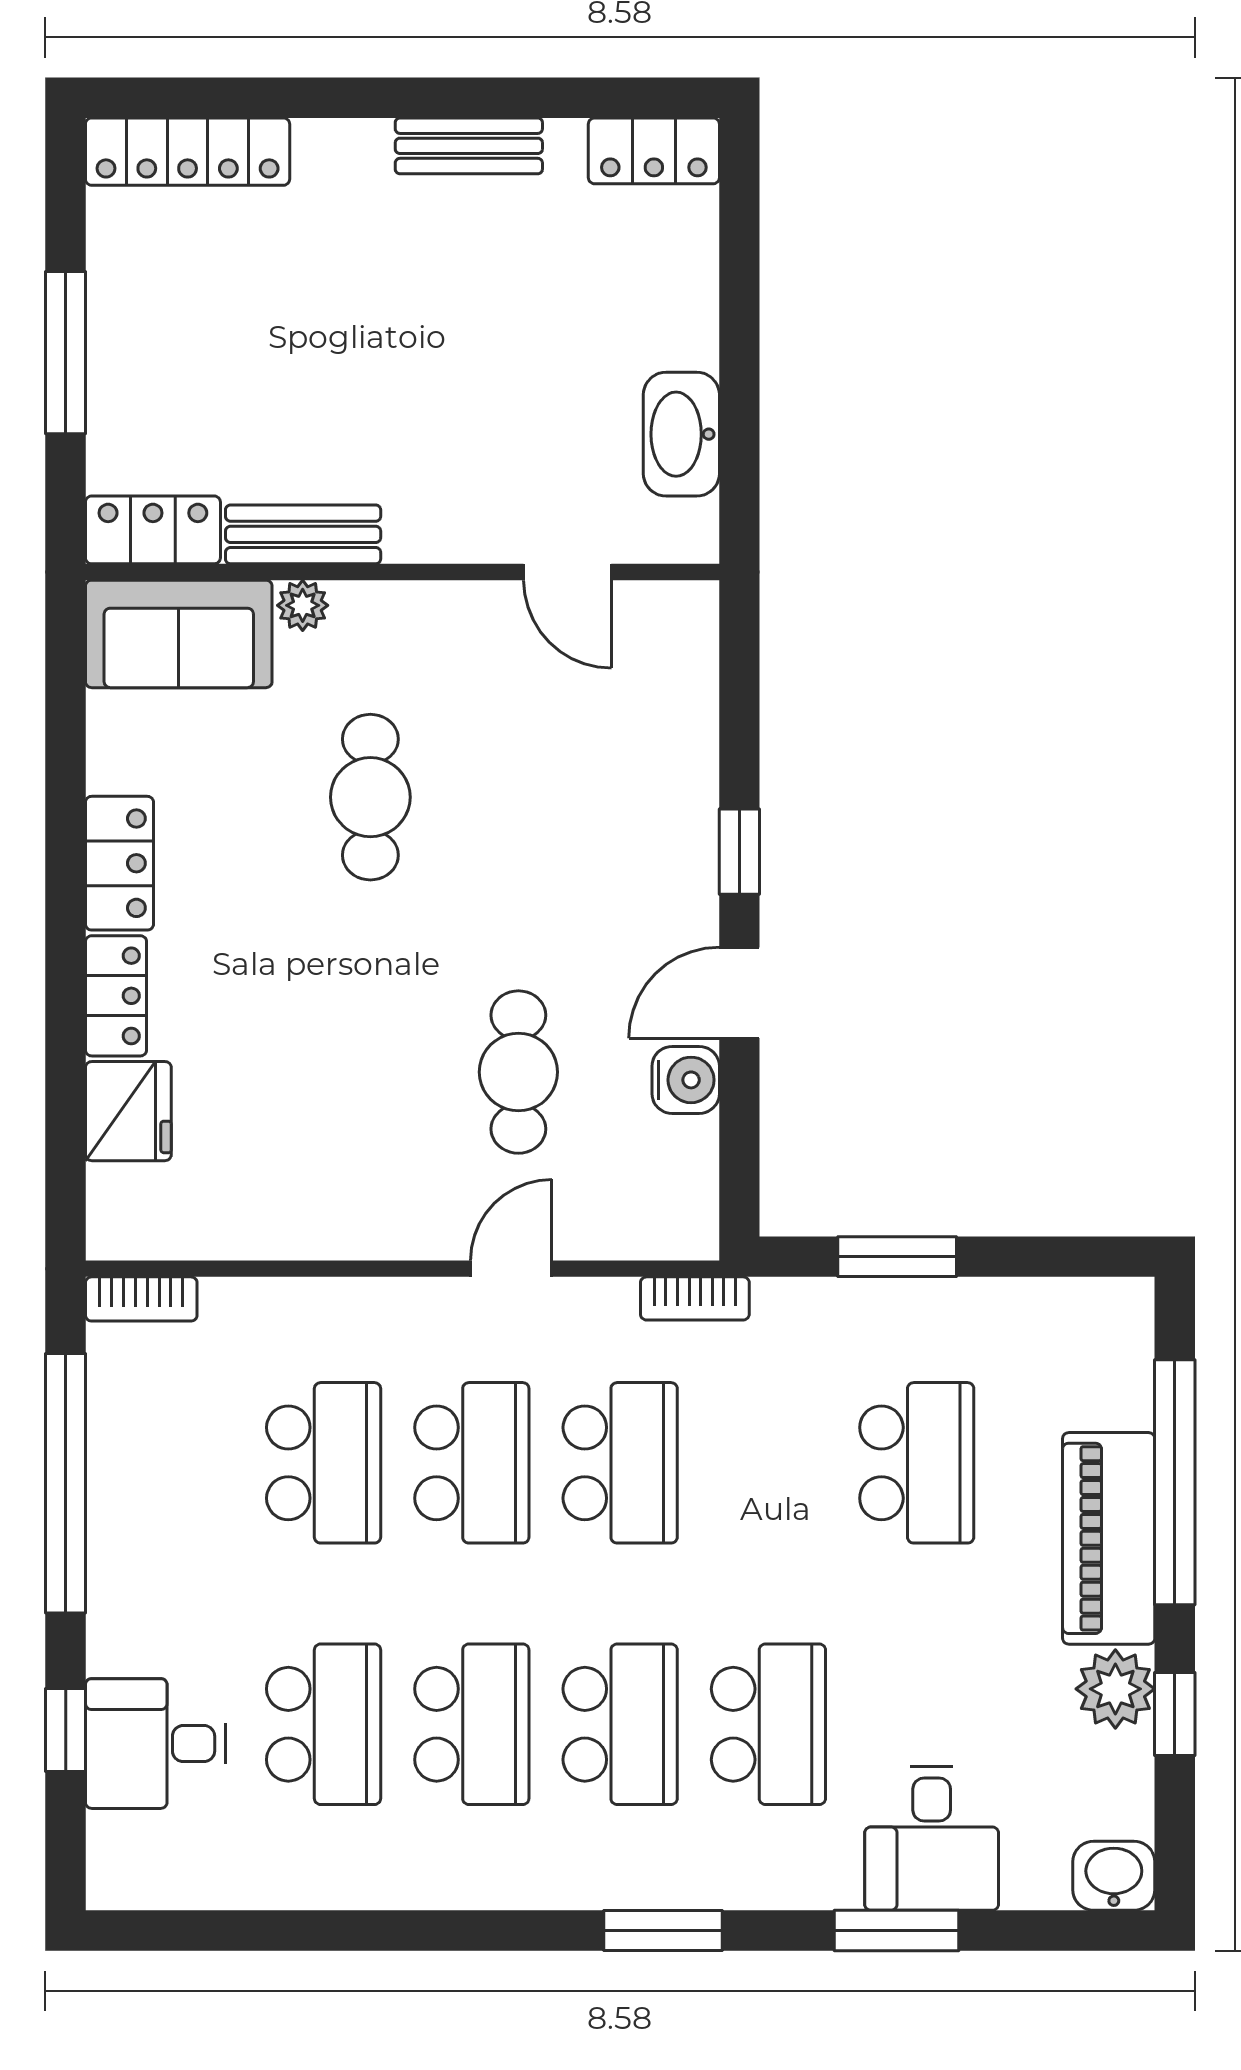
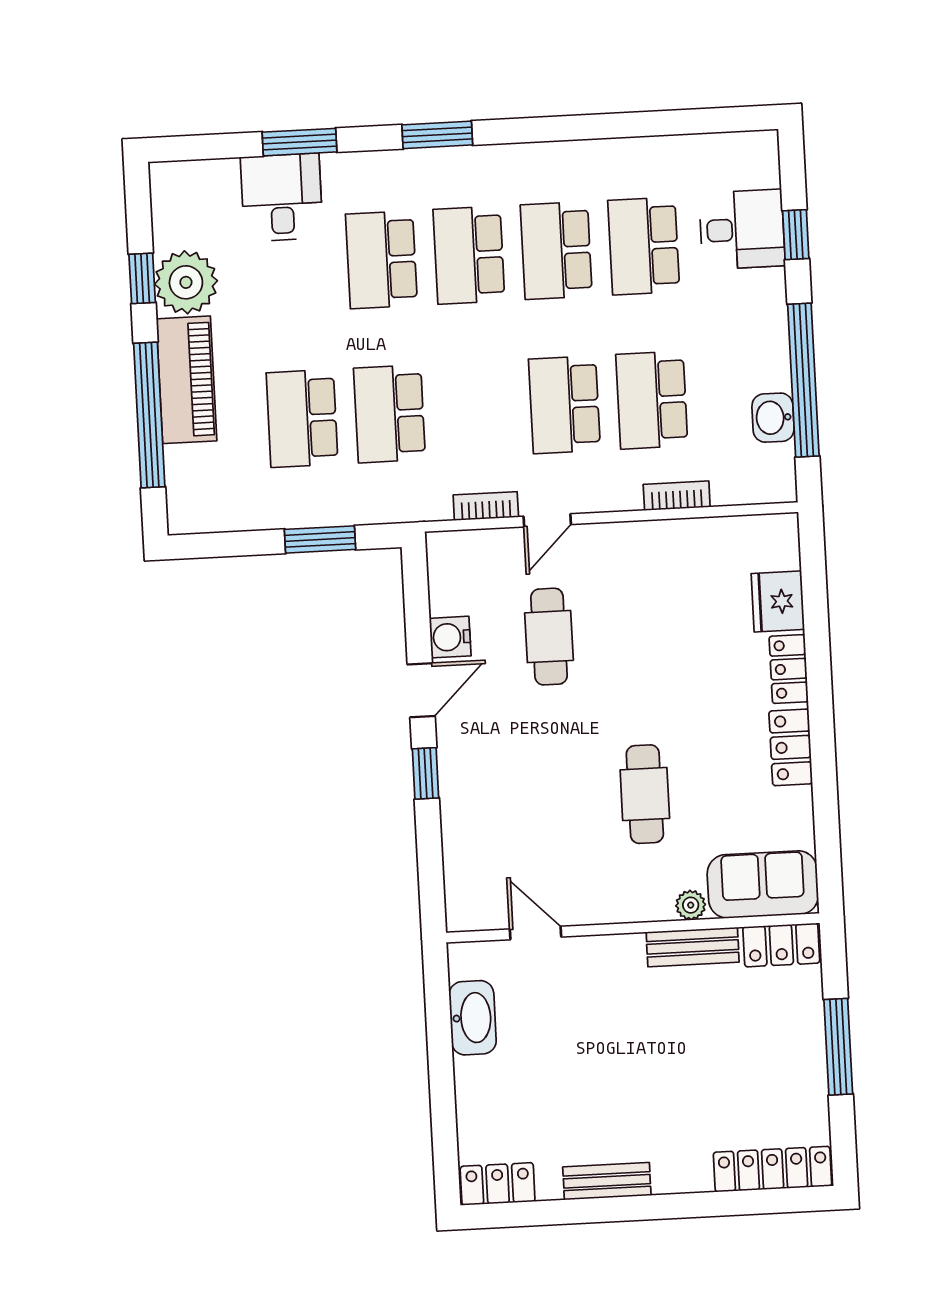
bookcase: (695, 1298) -> (486, 506), moved
bookcase: (141, 1299) -> (677, 496), moved
school desk: (620, 1463) -> (390, 414), moved
plant: (1115, 1689) -> (186, 282), width x1.36, depth x1.36
washbasin: (1114, 1876) -> (773, 418), moved, turned 90

